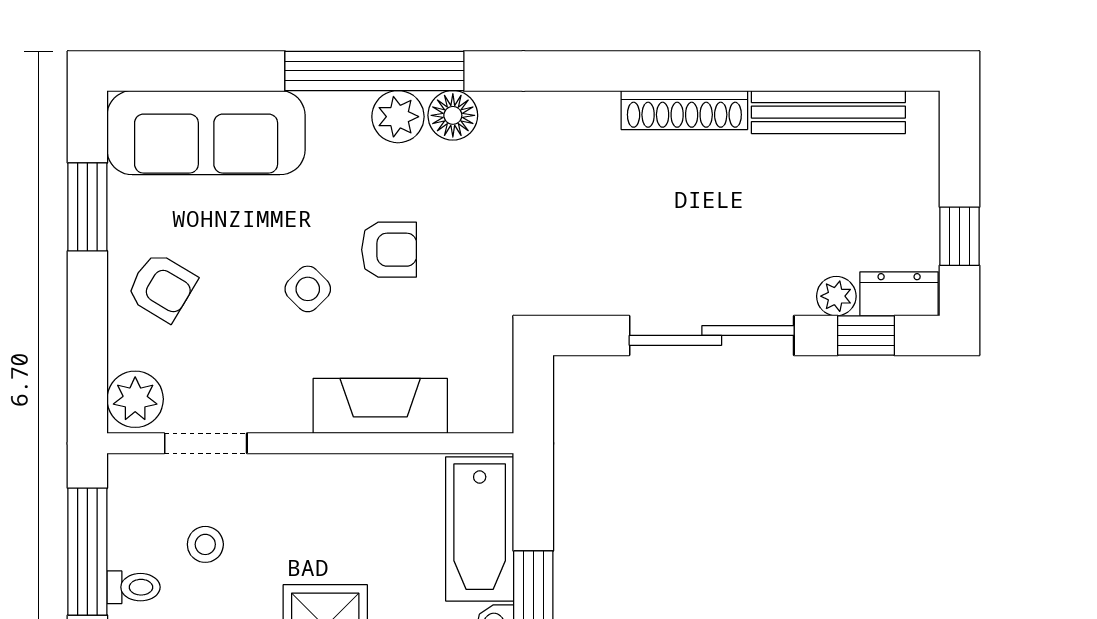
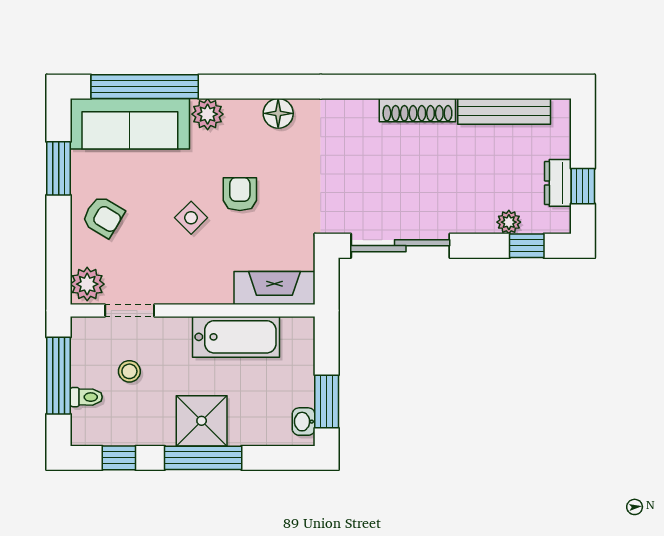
window: (374, 71) -> (145, 87), moved
plant: (398, 117) -> (208, 114), moved
armchair: (389, 250) -> (240, 194), turned -90
dresser: (899, 294) -> (558, 183), moved, turned -90
sliding door: (712, 335) -> (400, 246), moved
fireplace: (380, 406) -> (274, 288), moved
bathtub: (480, 529) -> (236, 337), moved, turned -90

